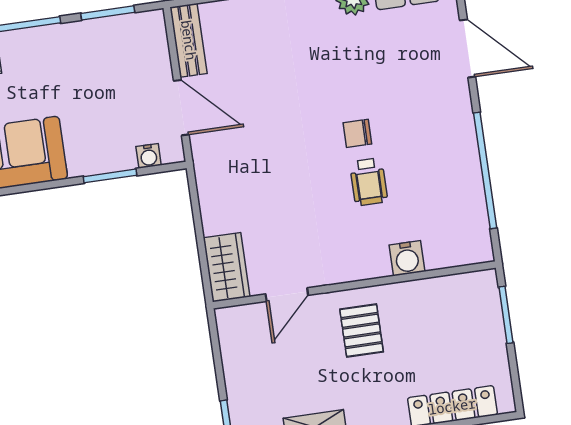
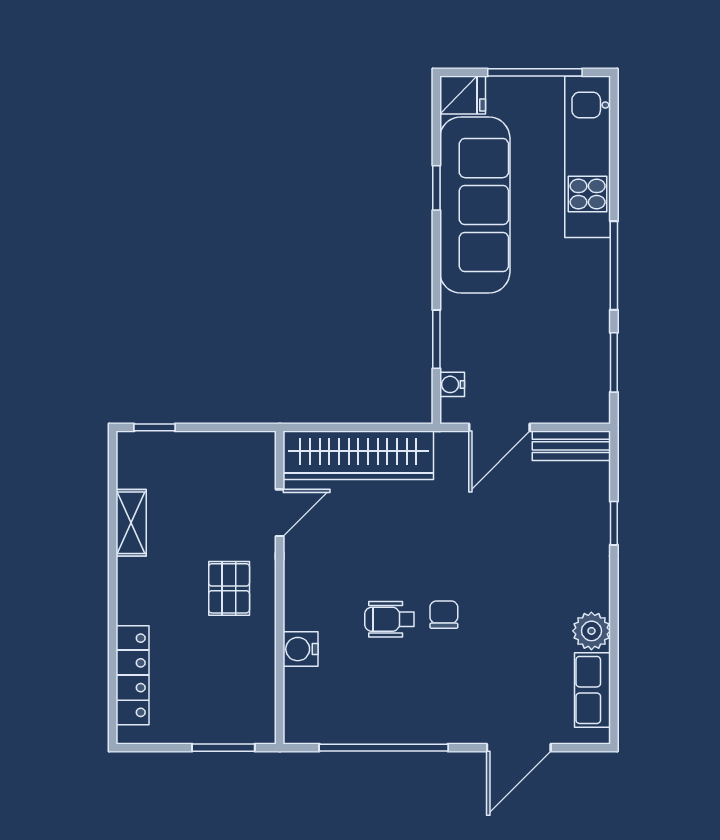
wardrobe: (227, 267) -> (358, 455), width x2.10, depth x1.17
door: (287, 295) -> (280, 513), swing flipped
pallet: (362, 330) -> (229, 588), turned 90

